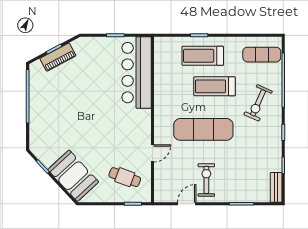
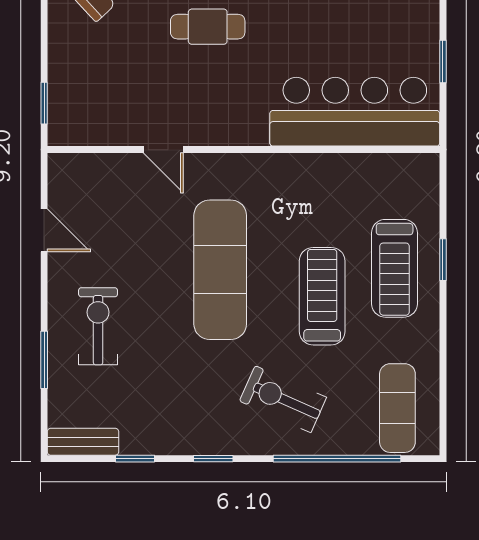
treadmill: (203, 56) -> (395, 268), turned 180
cafe table: (125, 177) -> (208, 27), moved, turned 70
exercise bike: (206, 180) -> (98, 326), moved, turned -90

